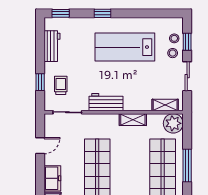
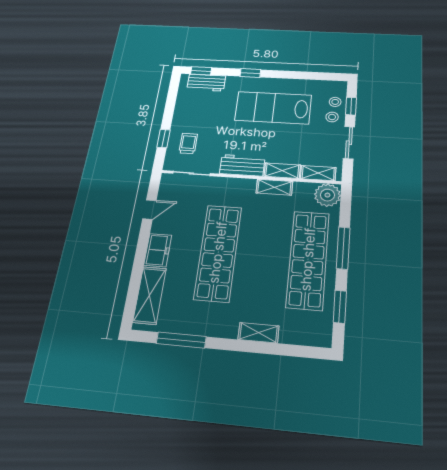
workbench: (52, 46) -> (206, 83), moved, turned 90
shelving: (138, 105) -> (282, 171), added

